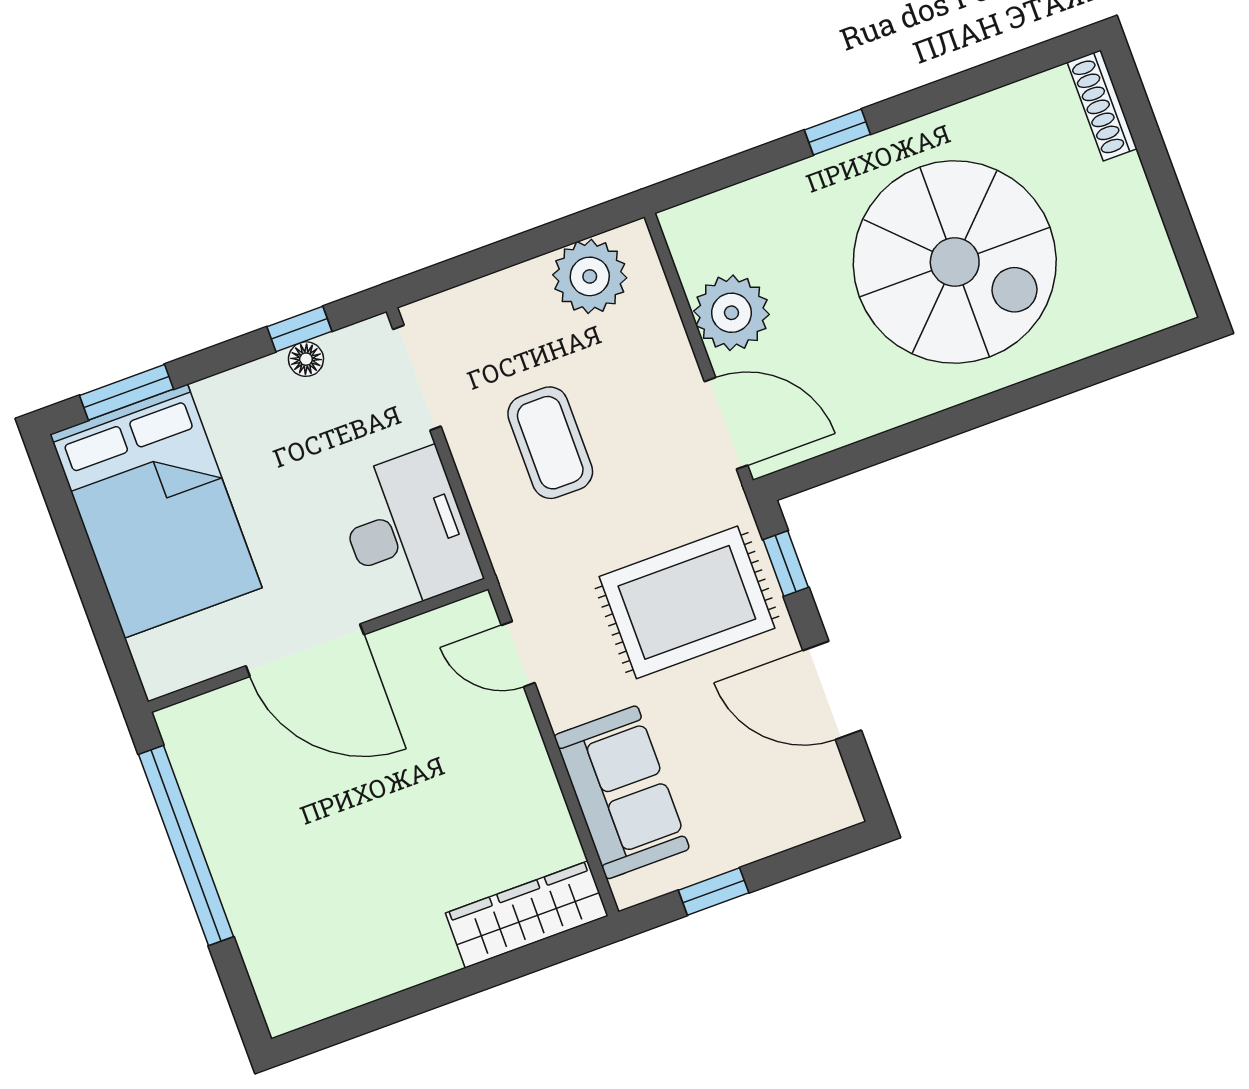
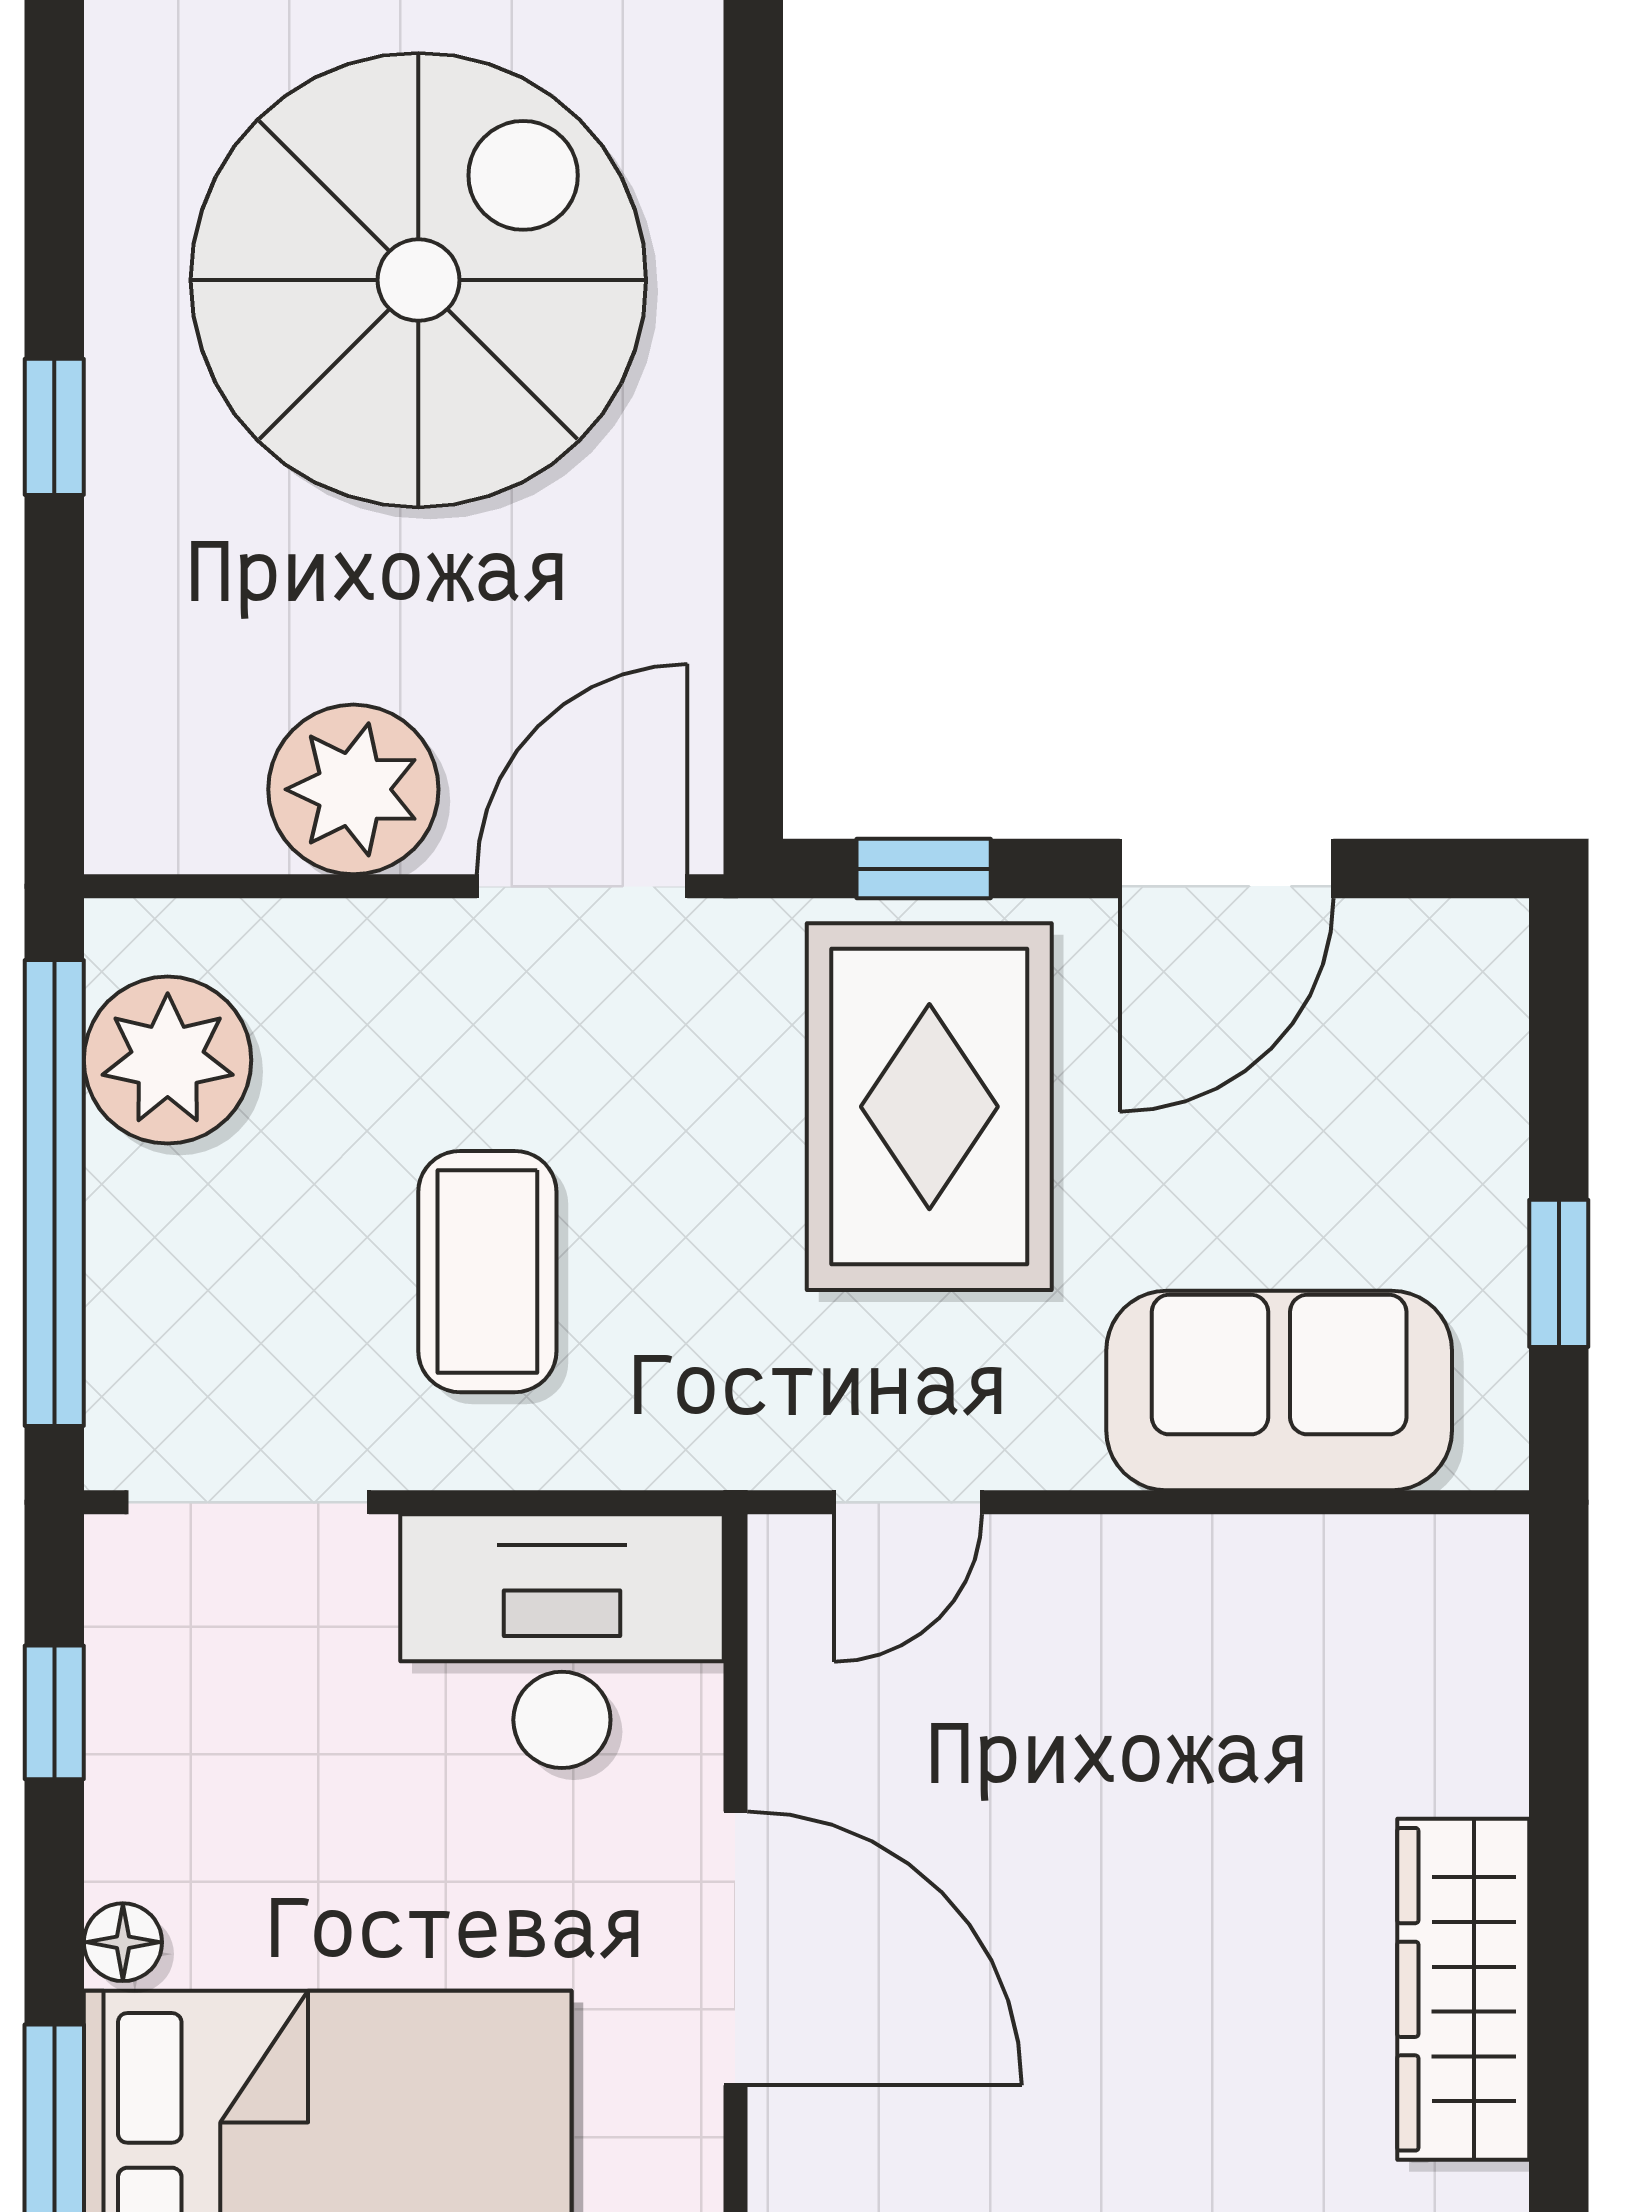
window: (517, 249) -> (54, 1193), added
floor lamp: (306, 359) -> (123, 1942), moved
coffee table: (550, 443) -> (487, 1272), turned 90
door: (305, 650) -> (735, 1948), hinge flipped
wardrobe: (527, 914) -> (1463, 1989), moved

